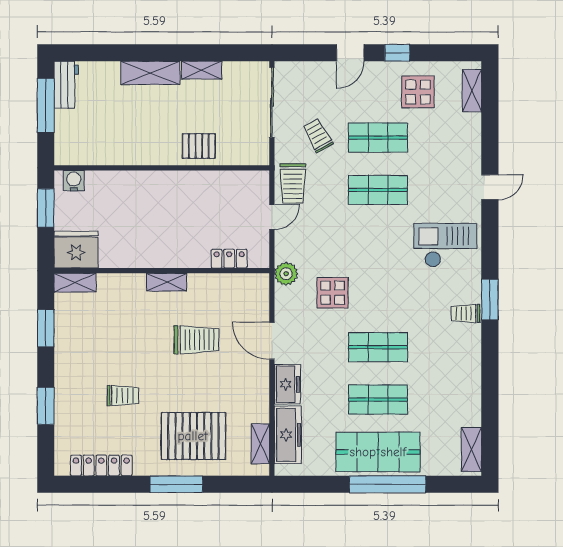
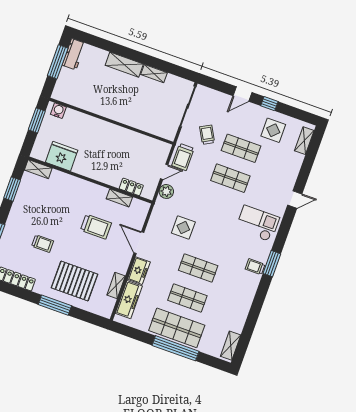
pallet: (199, 146) -> (137, 116), removed
fridge: (76, 250) -> (62, 156), moved
plant: (286, 274) -> (166, 191), moved
shelving: (167, 282) -> (119, 198), moved
shelving: (260, 444) -> (116, 286), moved

